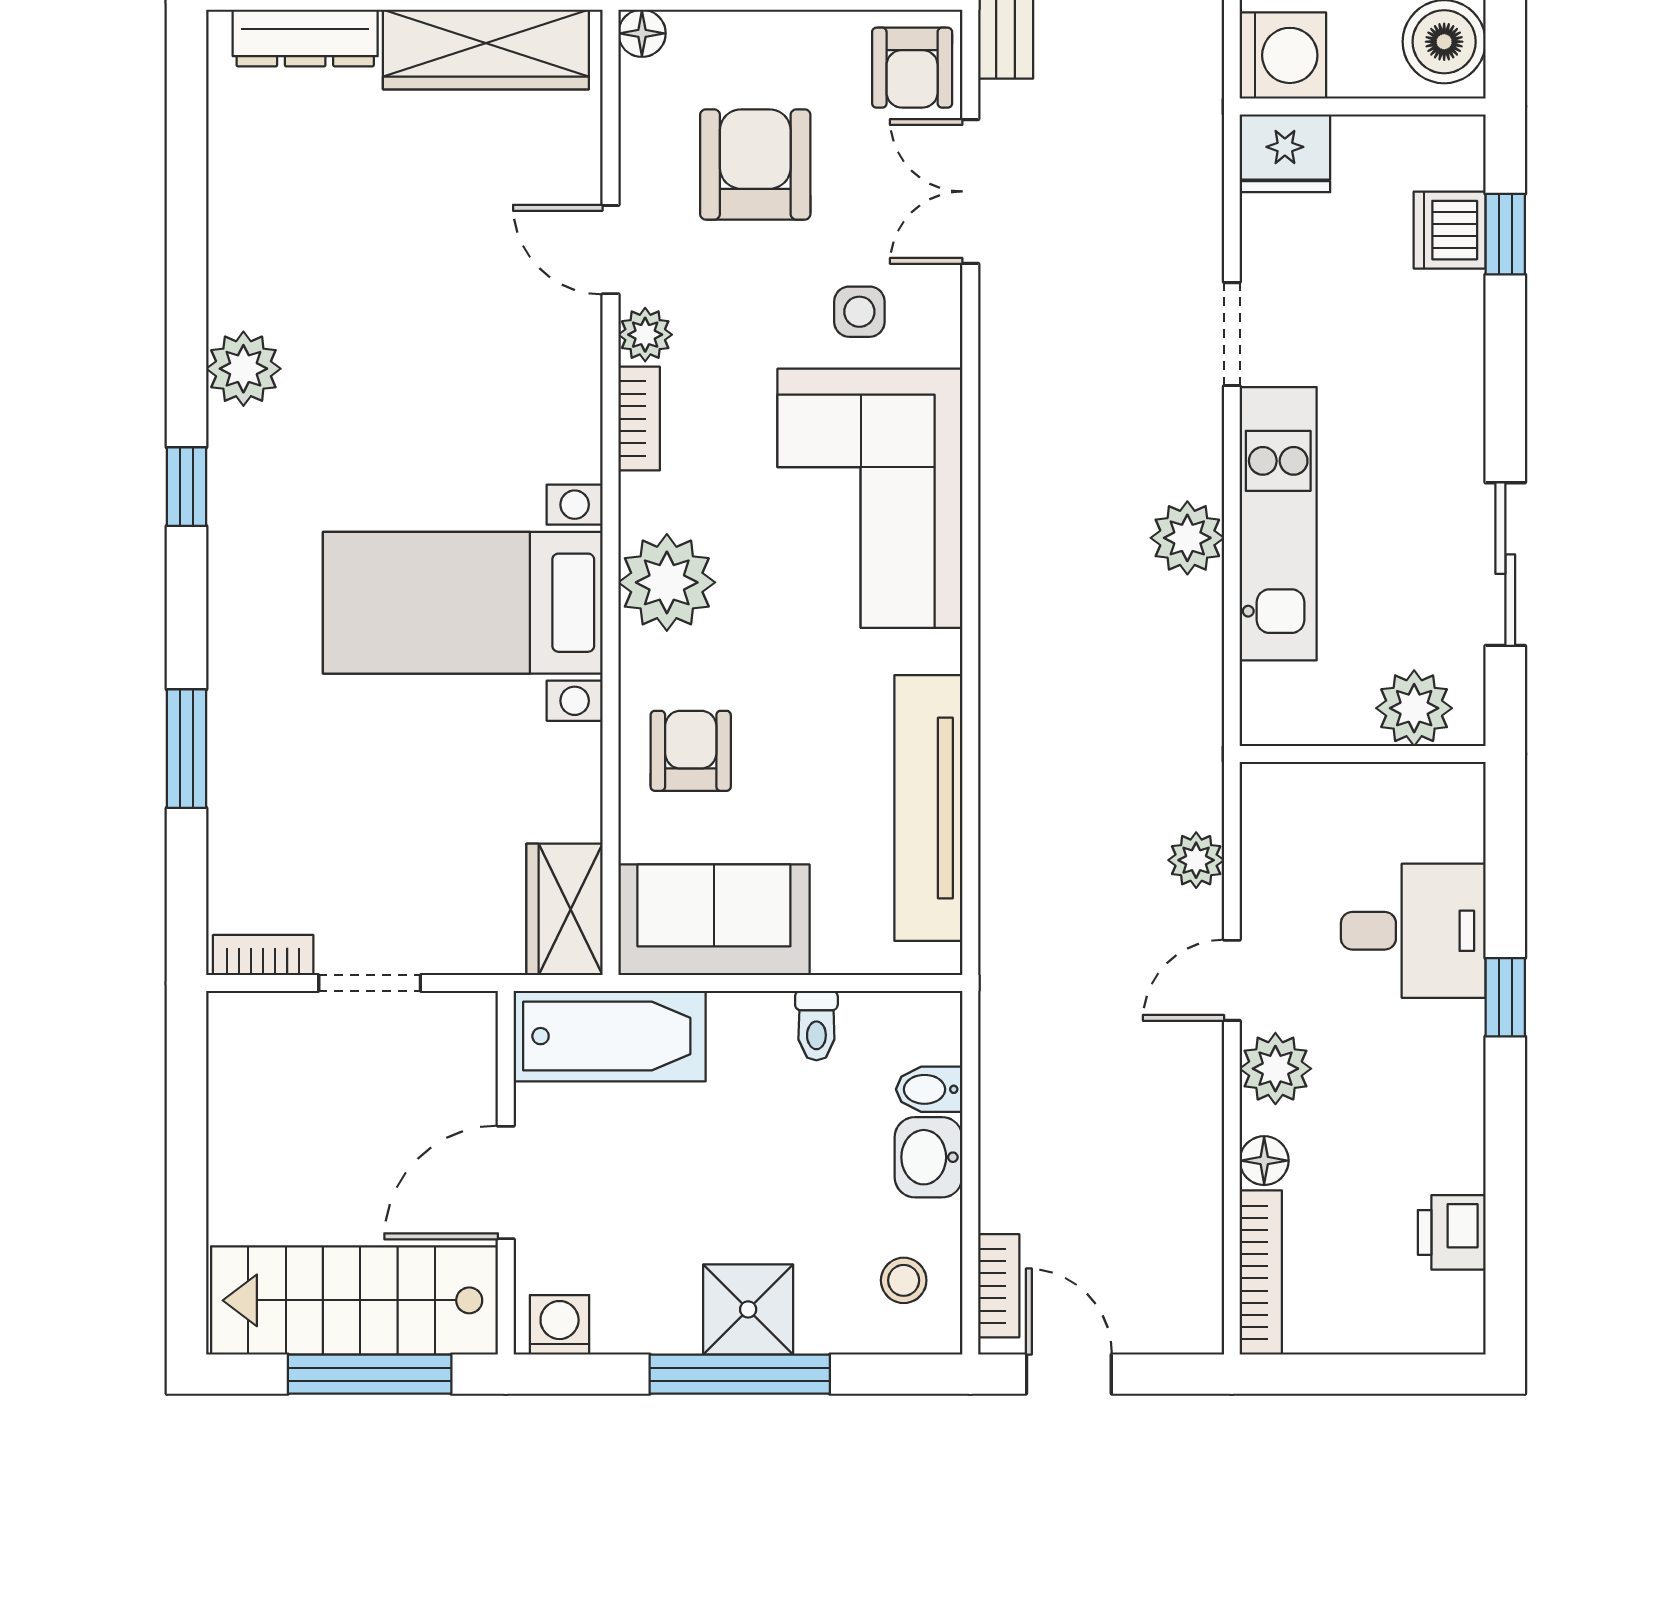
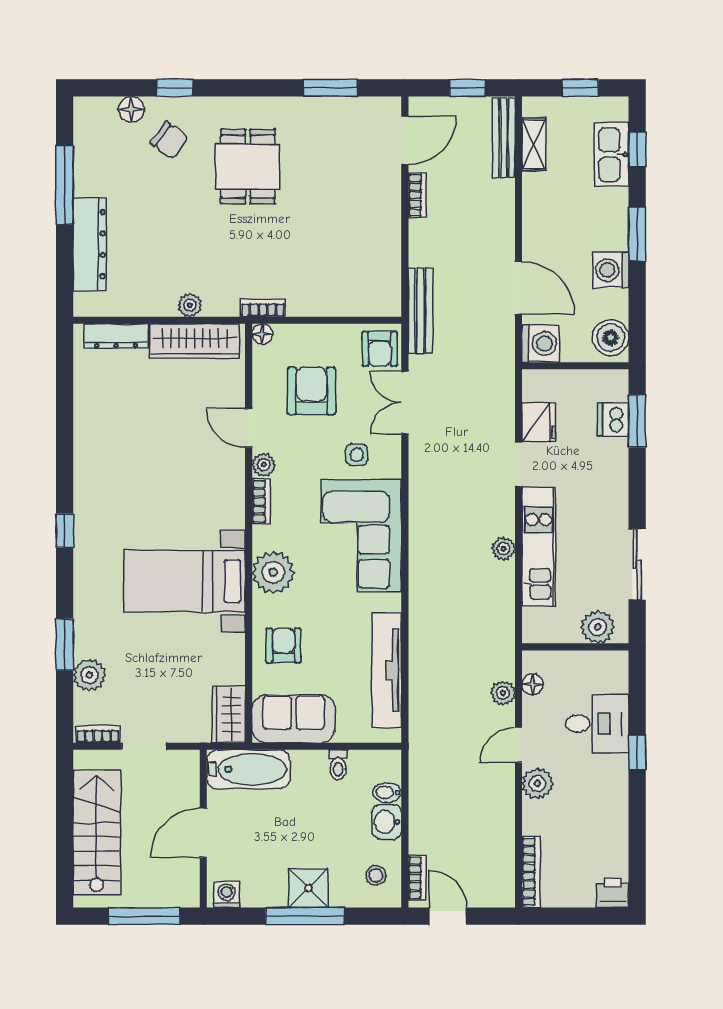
fridge: (1285, 153) -> (539, 422), moved, turned -90
window: (1505, 234) -> (637, 421), width x1.50
plant: (243, 369) -> (89, 675), moved
plant: (1187, 538) -> (503, 549), width x0.73, depth x0.73
floor lamp: (1264, 1161) -> (532, 684), moved
printer: (1452, 1232) -> (612, 893), moved, turned 90
stairs: (354, 1300) -> (97, 832), moved, turned 90

